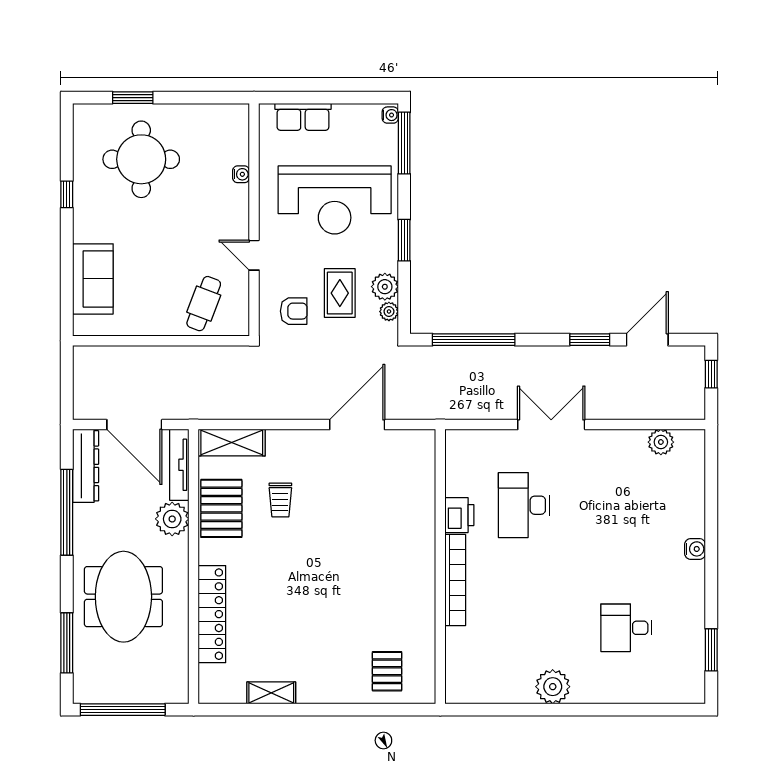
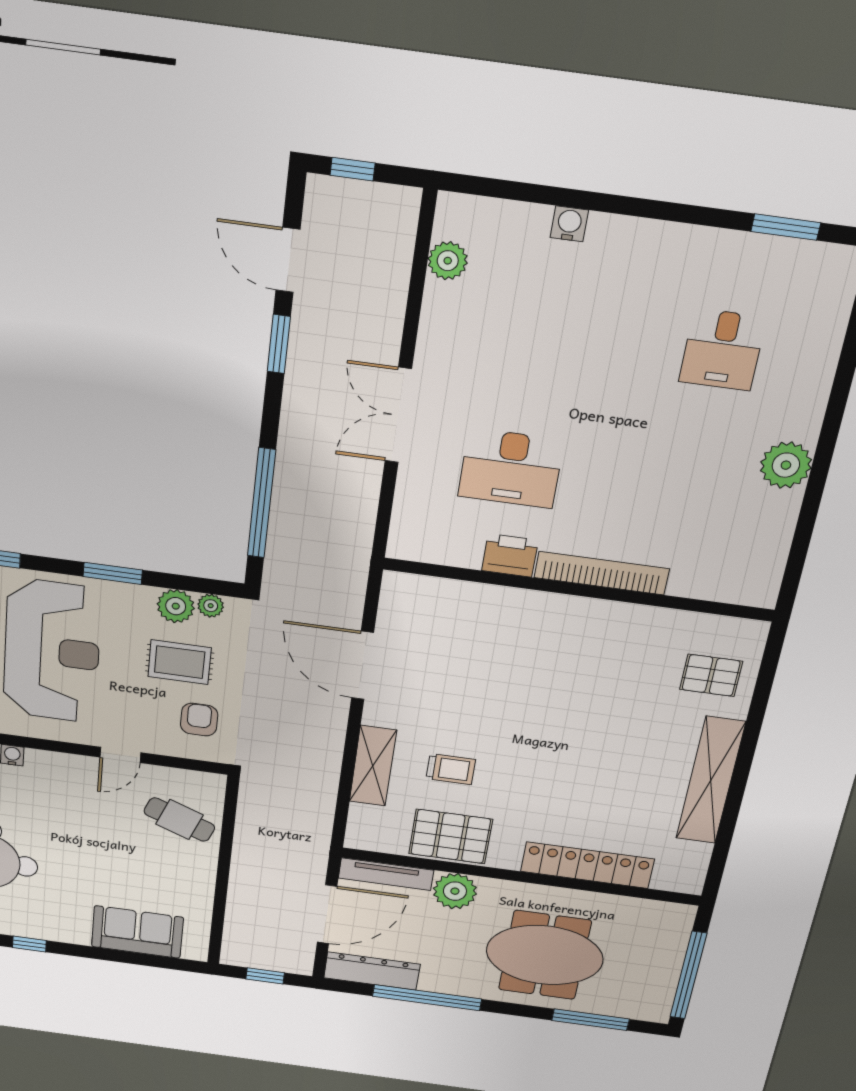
window: (67, 383) -> (265, 976), added
shelving: (232, 443) -> (373, 766), moved
water cooler: (695, 549) -> (569, 224), moved
shelving: (271, 693) -> (710, 781), width x2.20, depth x1.33

